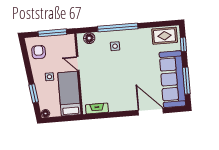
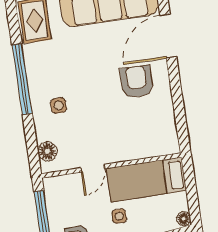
window: (118, 27) -> (22, 79), moved
armchair: (126, 92) -> (137, 82), added
fireplace: (97, 109) -> (169, 130), removed

